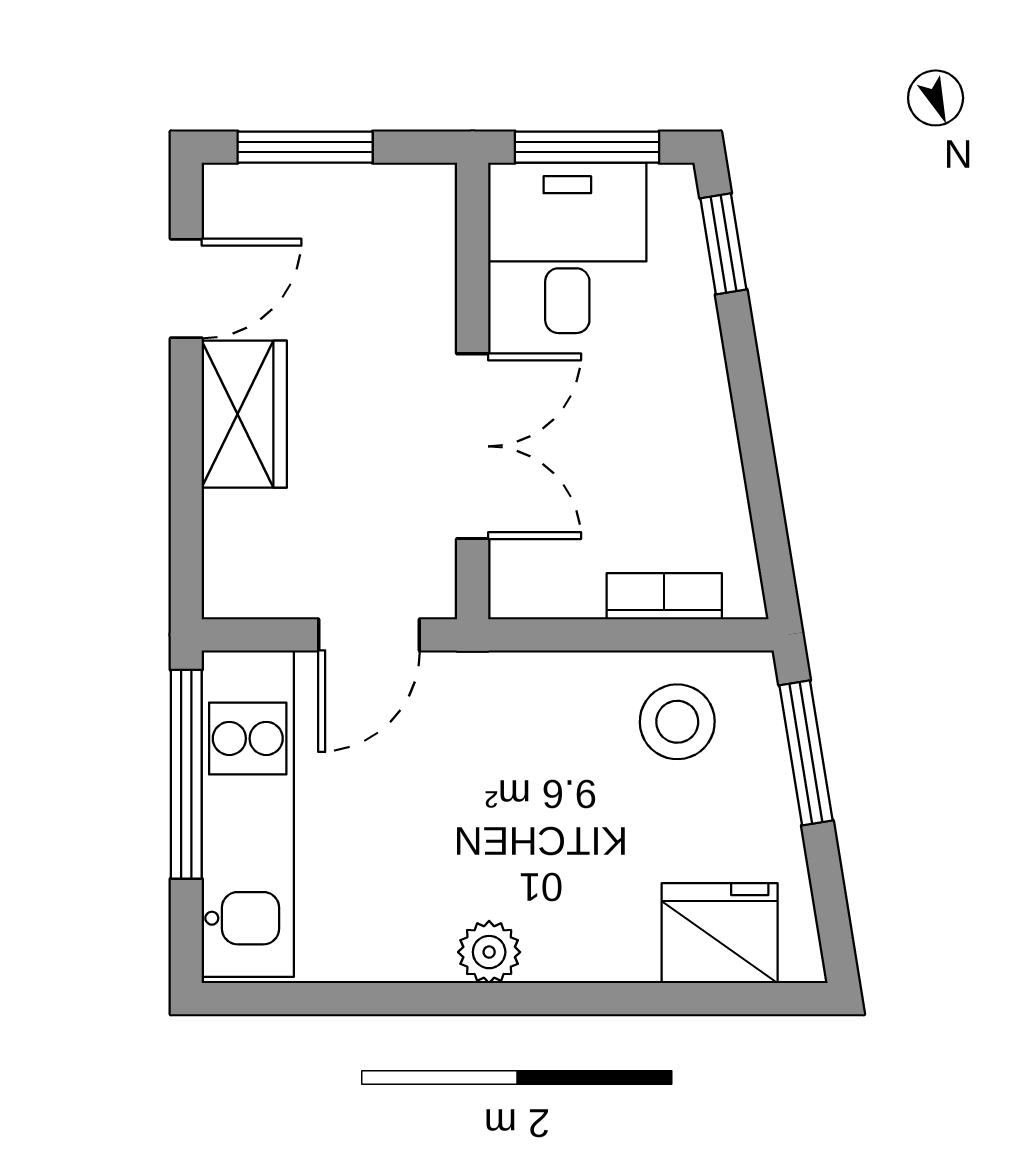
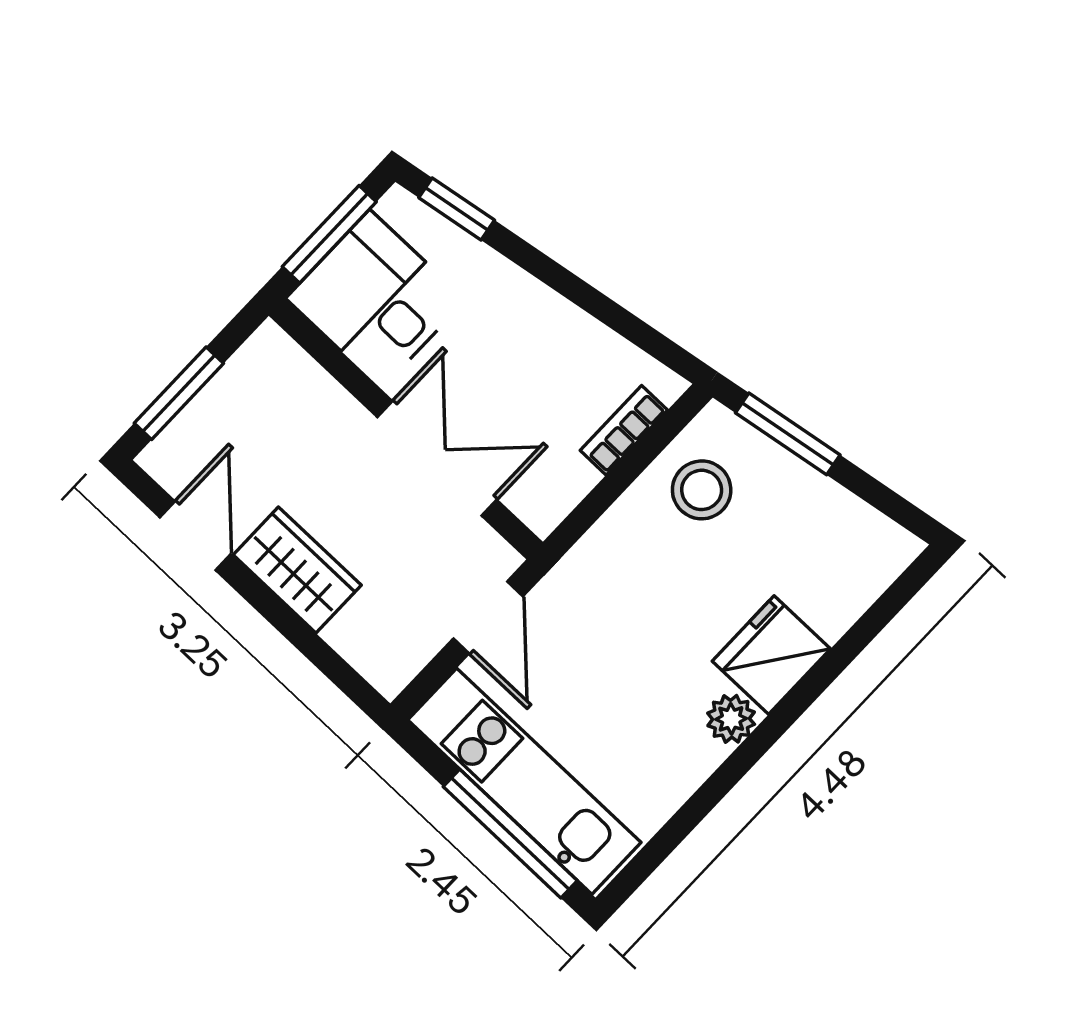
window: (186, 774) -> (510, 834), moved
fridge: (720, 933) -> (771, 655), moved

